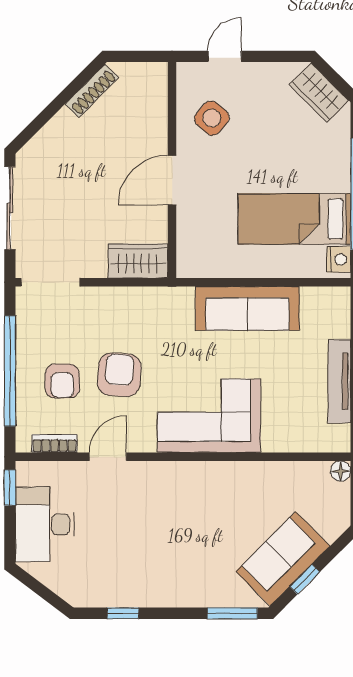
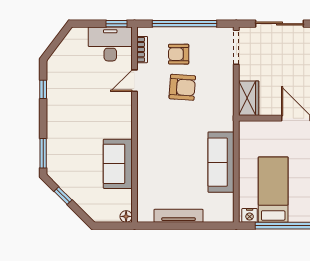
corner sofa: (209, 416) -> (158, 140), removed
door: (108, 457) -> (134, 81), swing flipped
desk: (45, 524) -> (110, 44), moved
sofa: (283, 559) -> (118, 164), moved, turned -135

